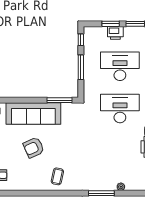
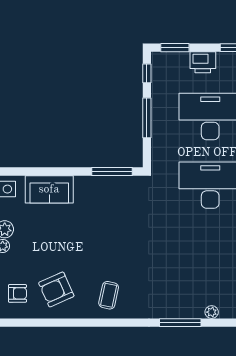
window: (111, 24) -> (175, 48), moved
sofa: (33, 114) -> (49, 189), width x0.54, depth x0.79
armchair: (34, 148) -> (56, 289), moved

